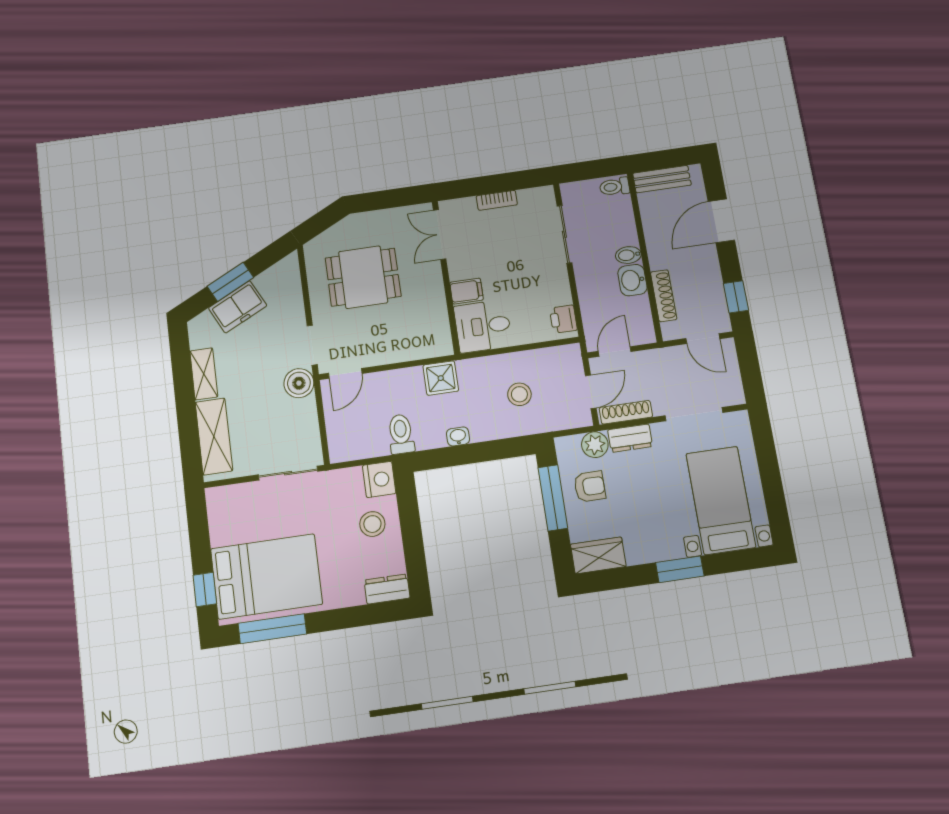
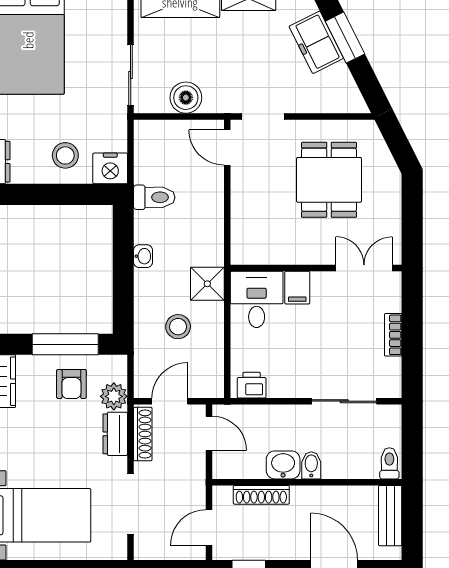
shower: (441, 378) -> (207, 284), moved
boiler: (299, 383) -> (186, 98), moved
door: (591, 392) -> (170, 401), swing flipped

